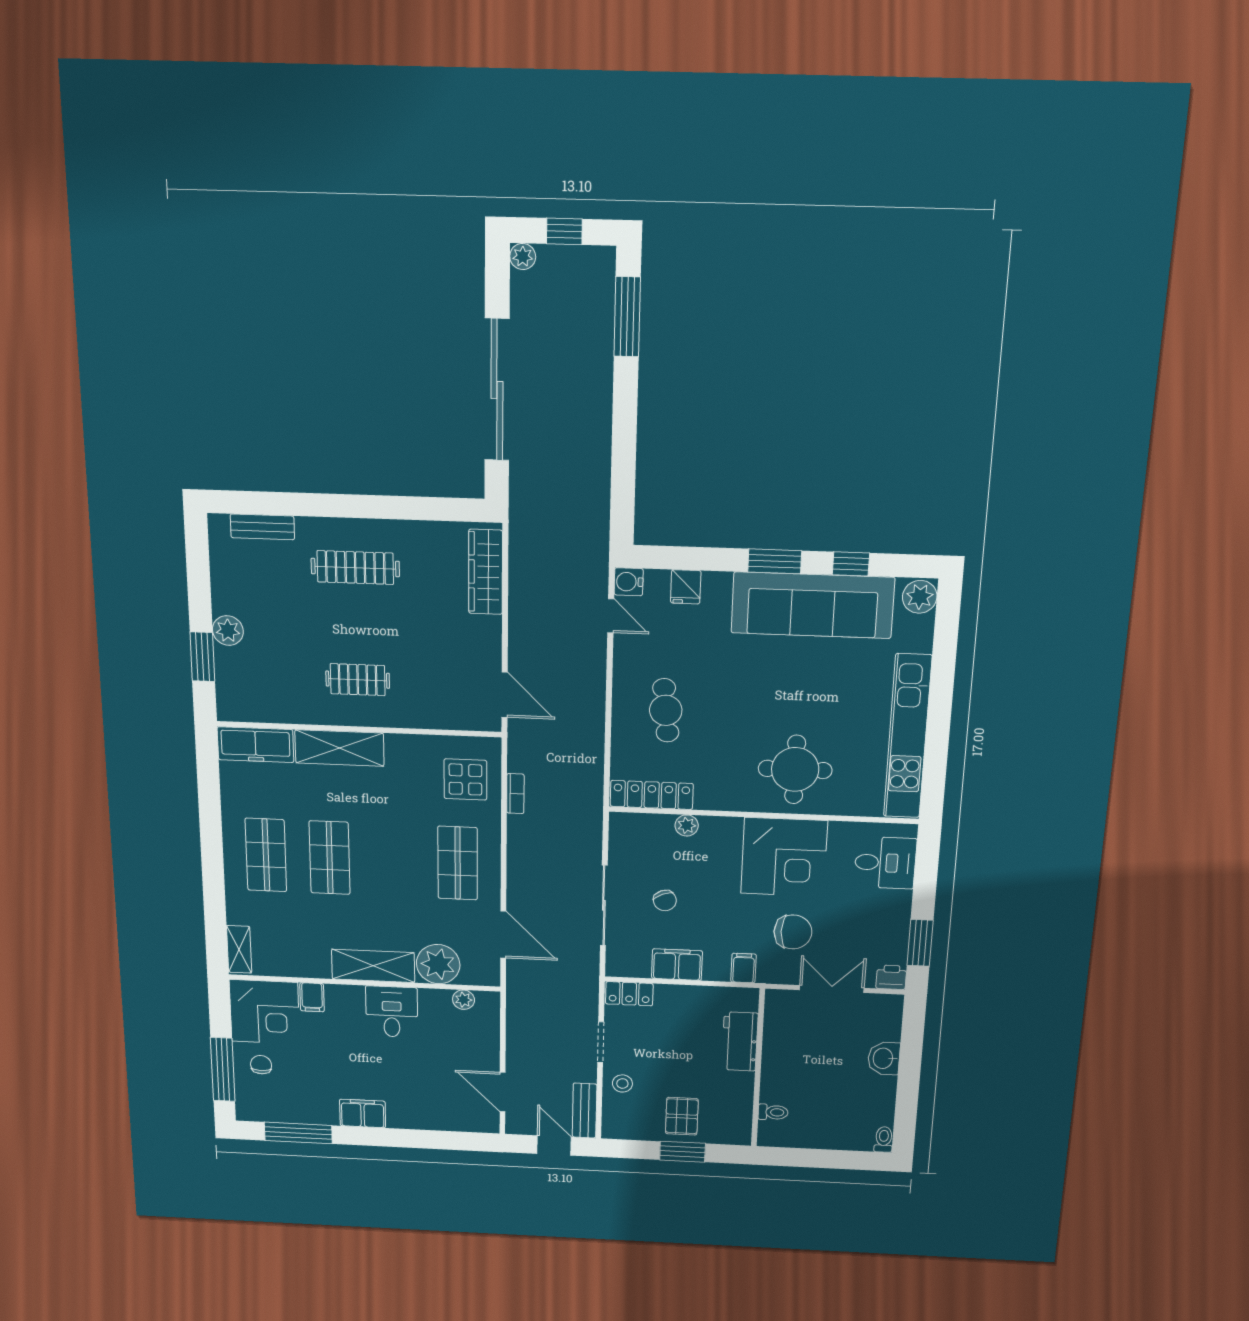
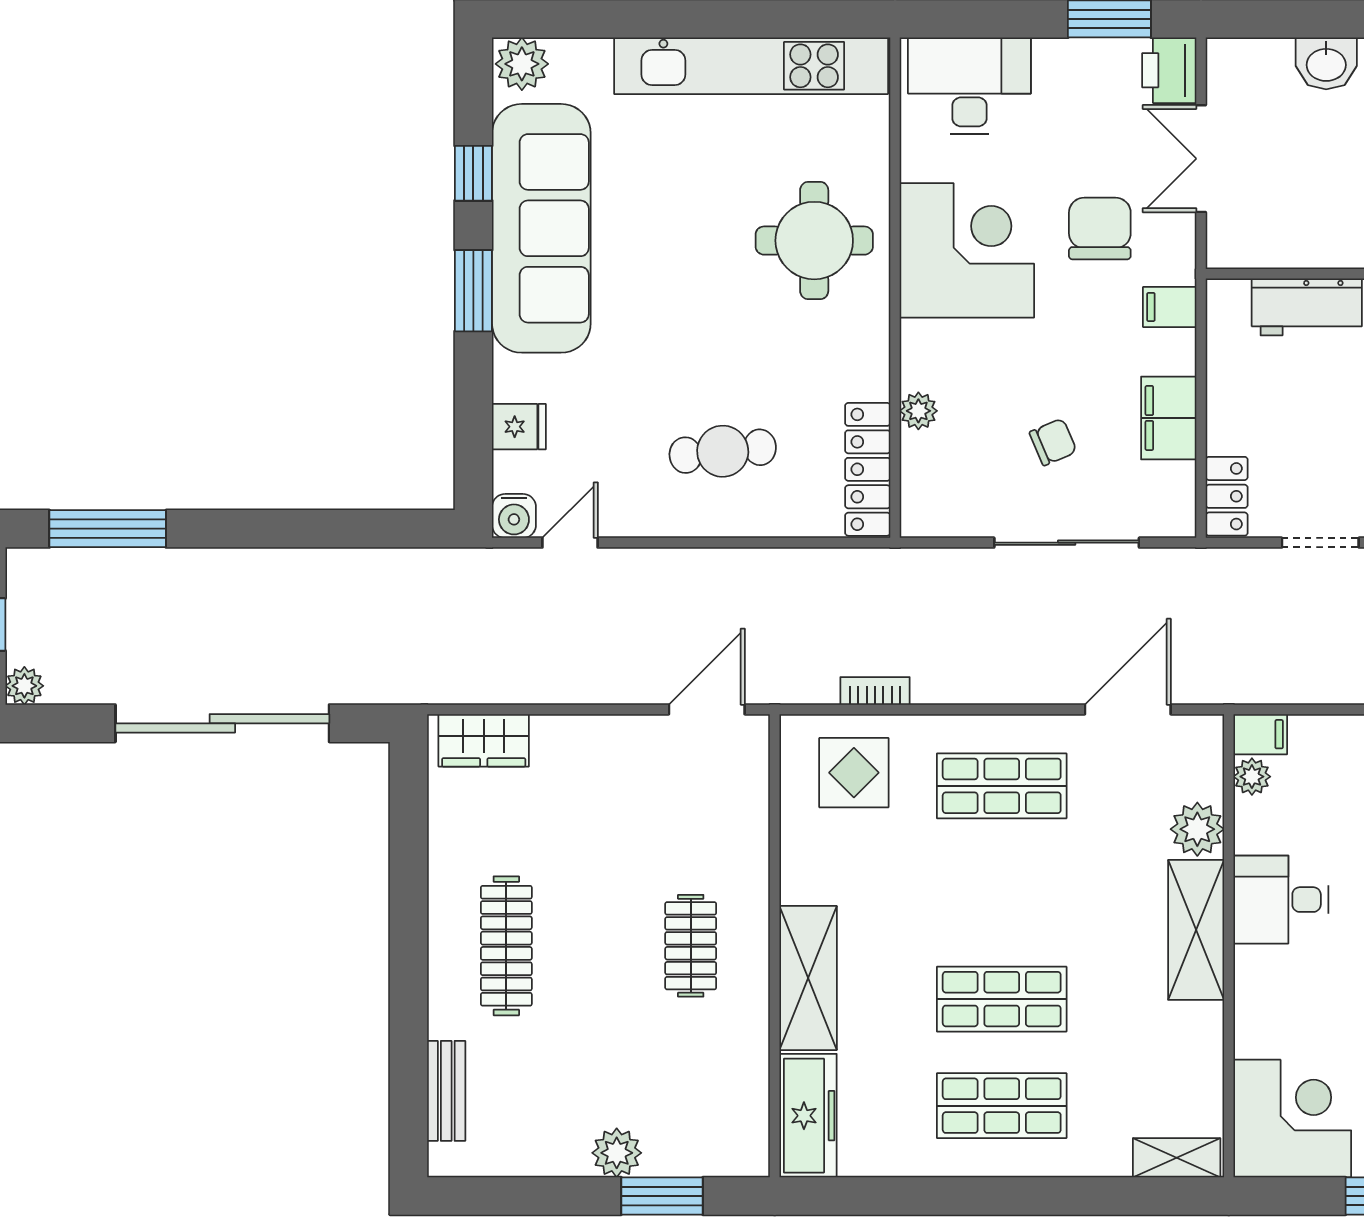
wardrobe: (486, 572) -> (484, 740), width x0.67
desk: (885, 863) -> (969, 86), width x1.37
plant: (438, 964) -> (1197, 829), width x0.73, depth x0.73
printer: (891, 977) -> (1169, 70), width x1.36, depth x1.24
filing cabinet: (312, 997) -> (1260, 734), moved

